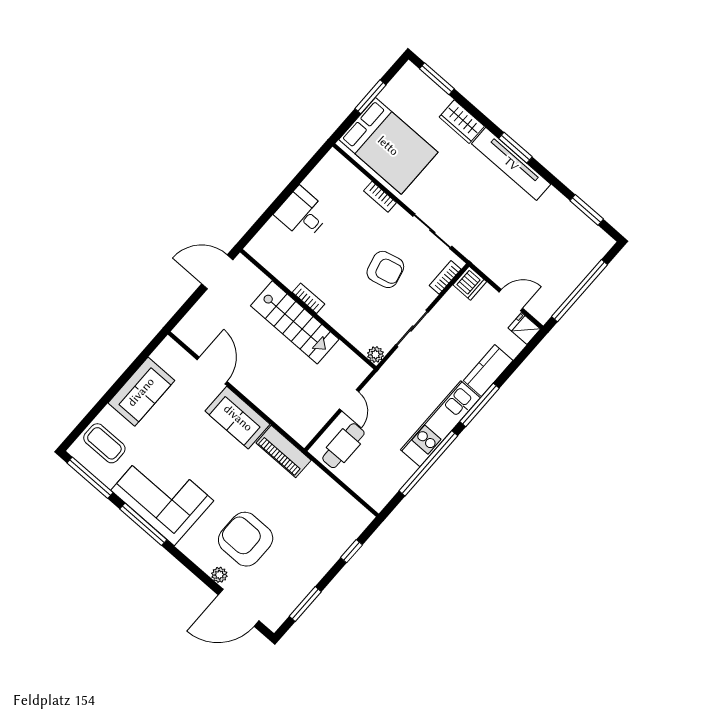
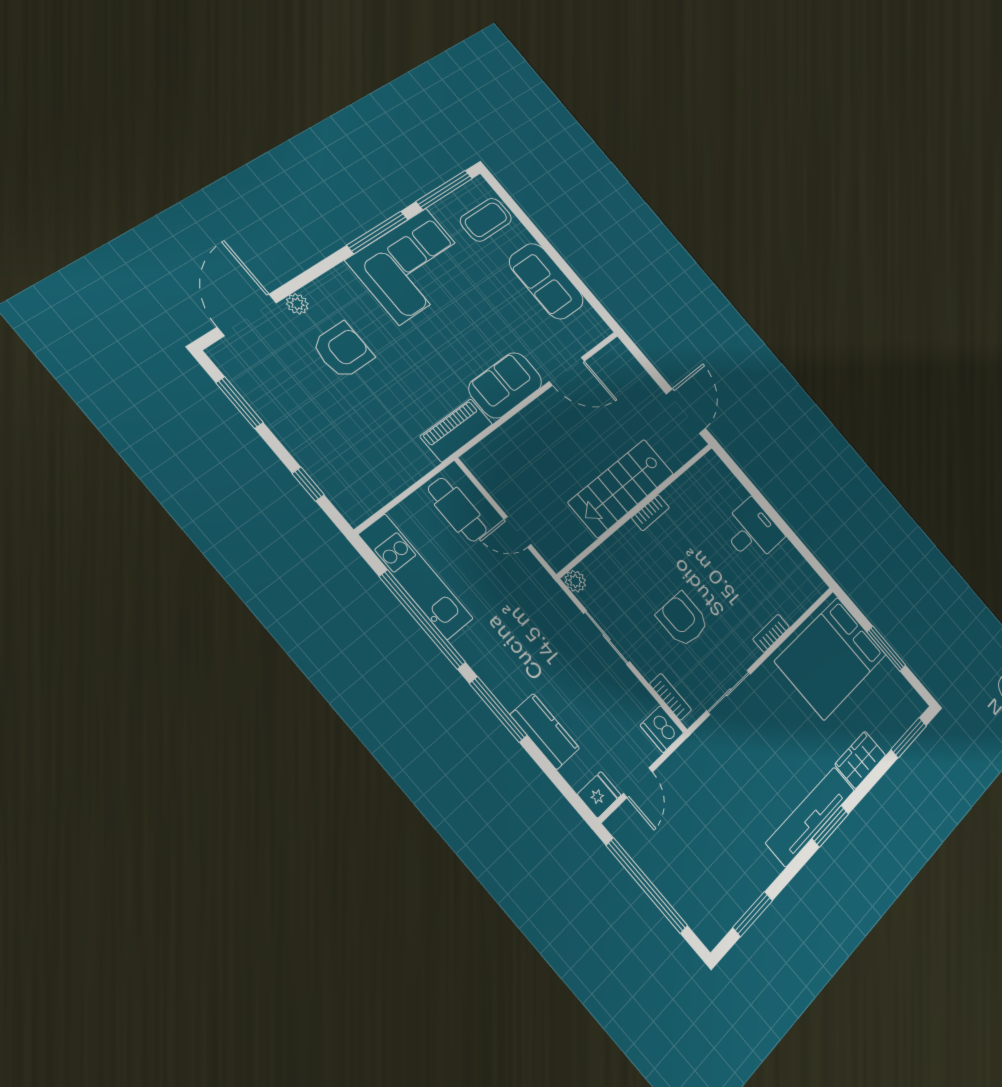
armchair: (385, 269) -> (683, 620), turned 104
kitchen unit: (440, 424) -> (416, 577), moved
armchair: (246, 539) -> (343, 350), width x0.73, depth x0.73

